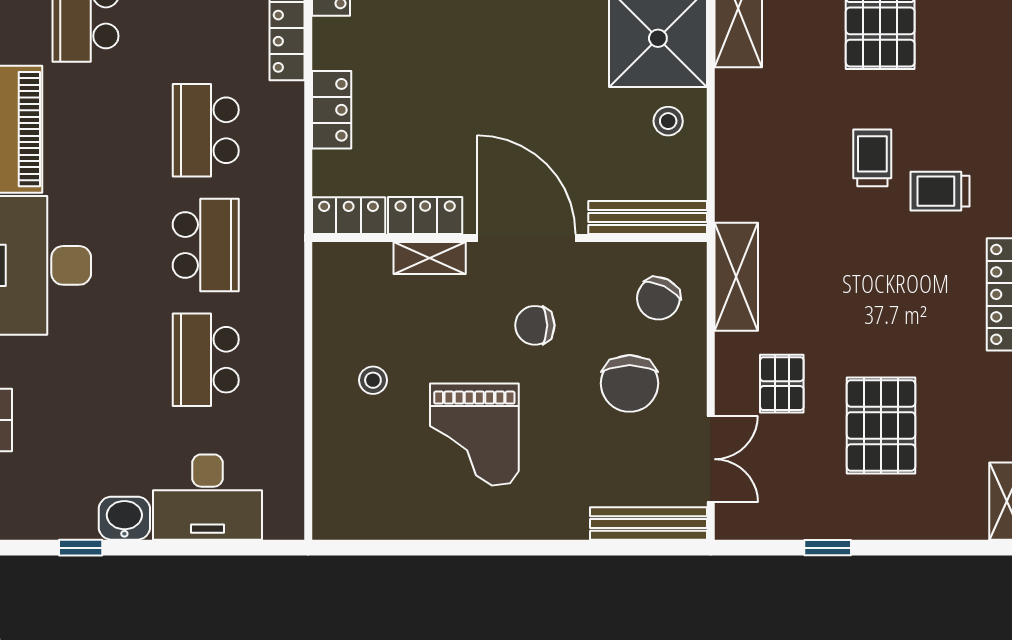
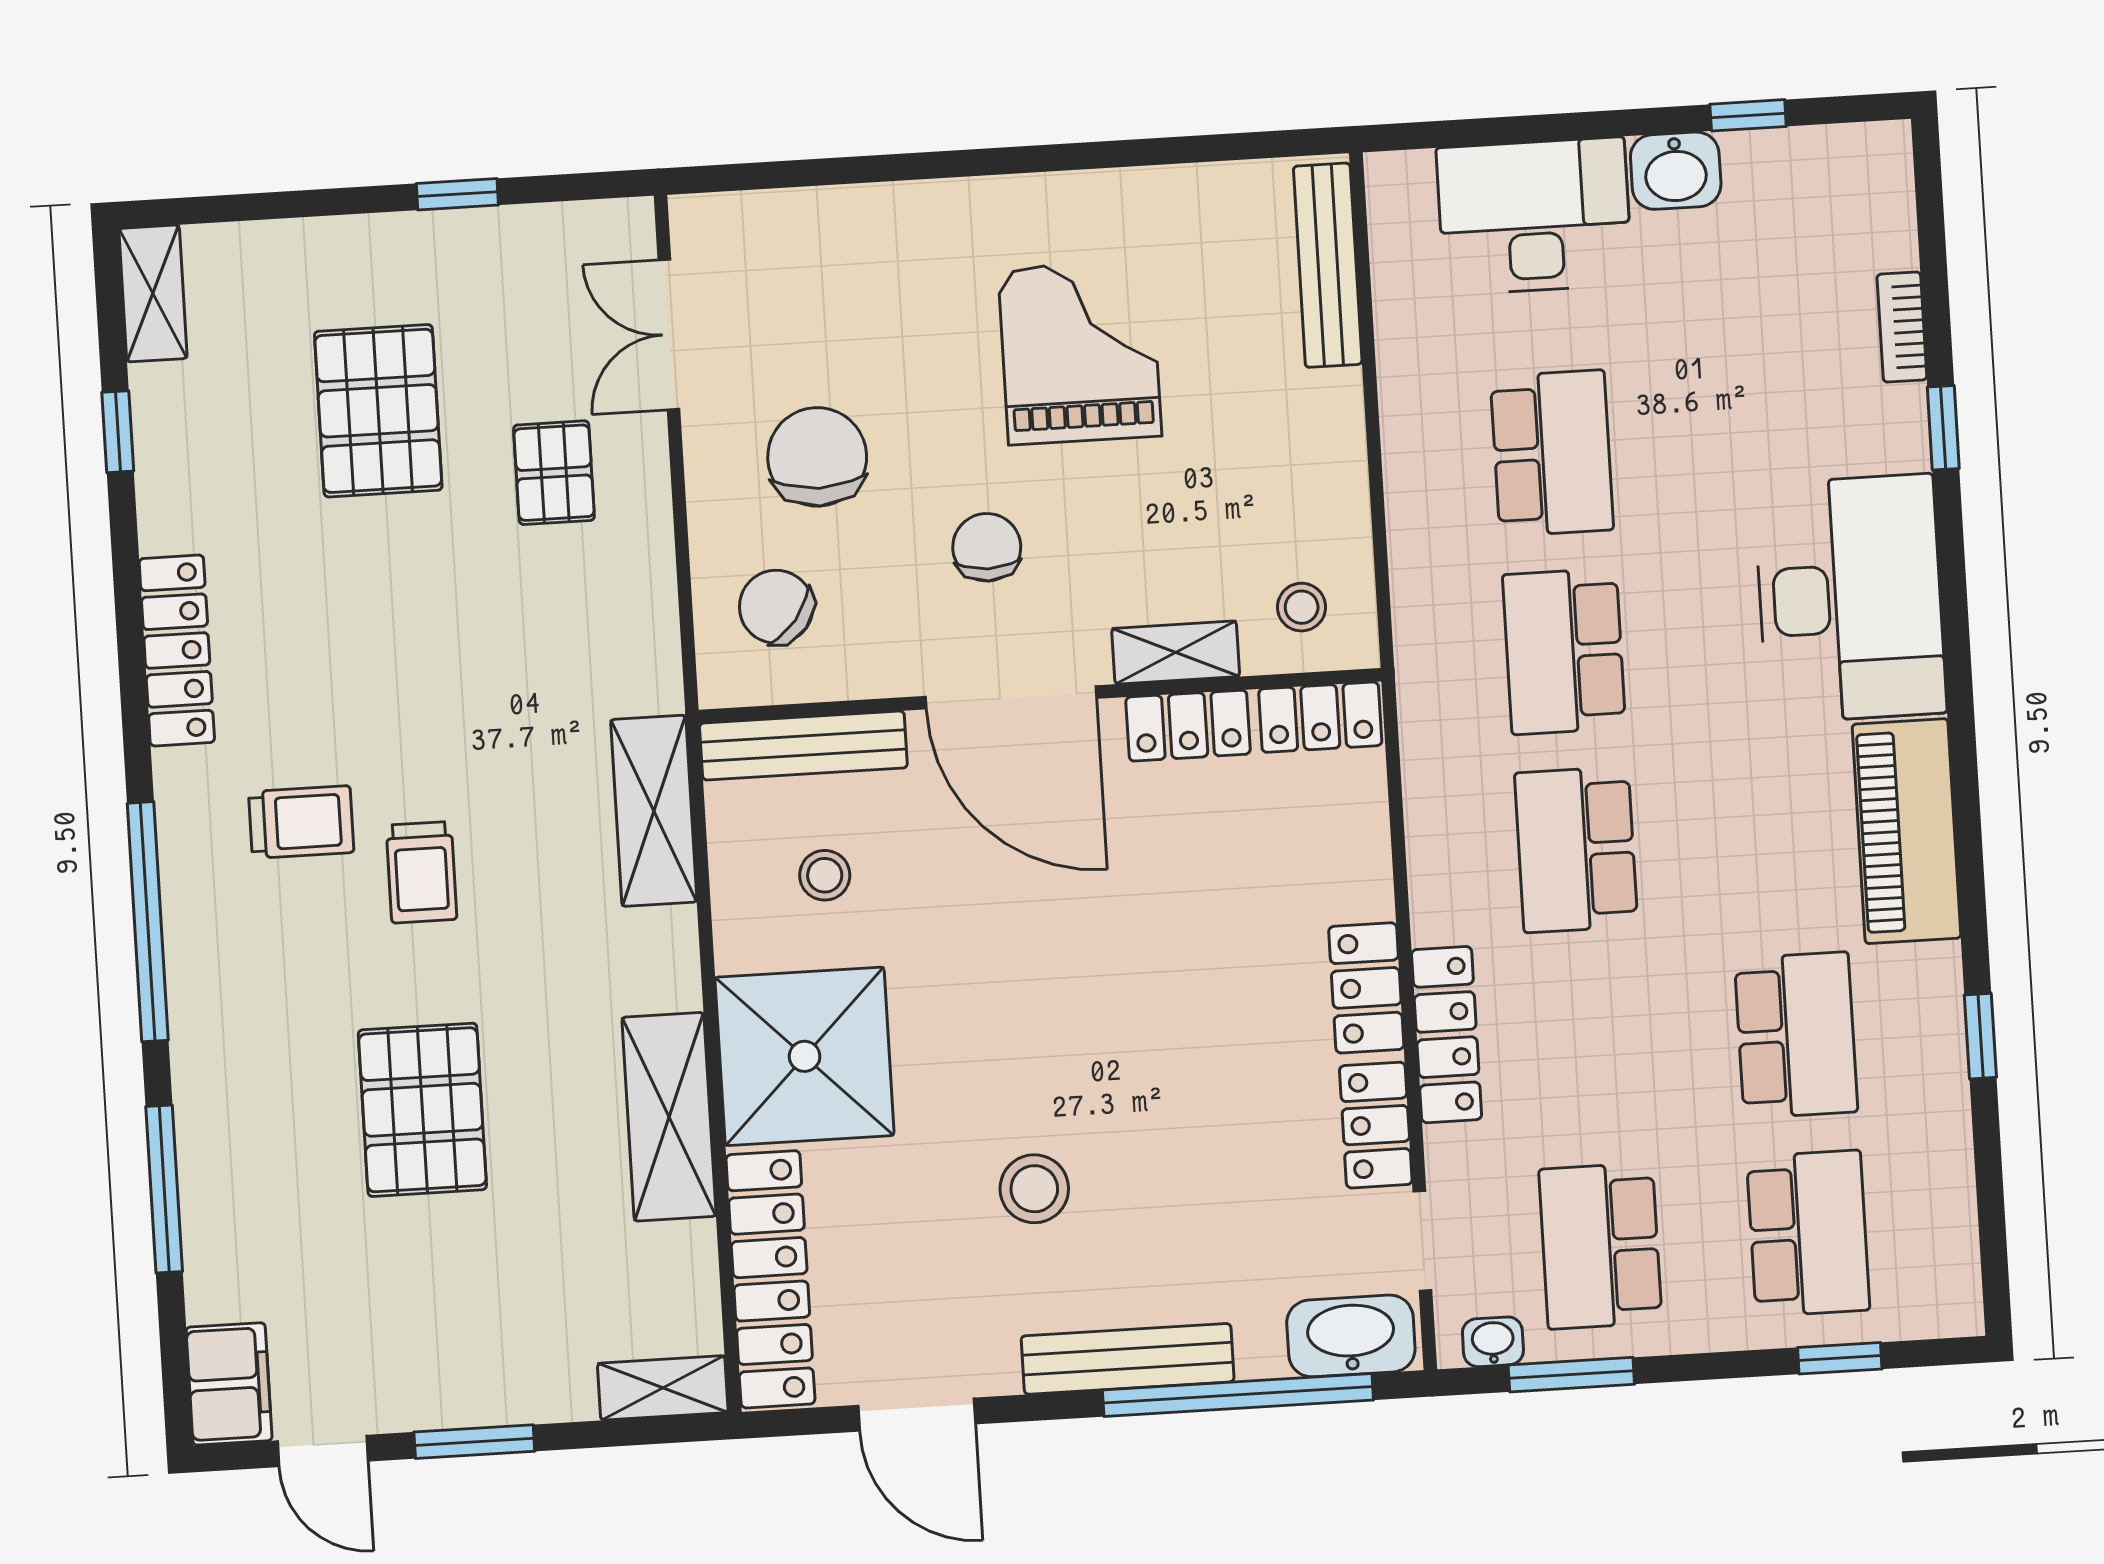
locker: (332, 110) -> (1366, 988), moved
stool: (668, 121) -> (825, 875), moved
school desk: (206, 130) -> (1576, 850), turned 180
shelving: (736, 277) -> (654, 811), moved
chair: (658, 298) -> (776, 607), turned -78
chair: (535, 325) -> (987, 547), turned -90
stool: (373, 380) -> (1302, 607), moved
bench: (648, 523) -> (1328, 265), moved, turned 90

